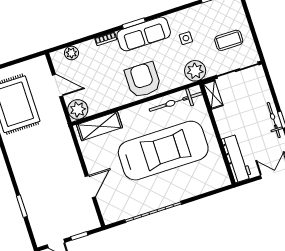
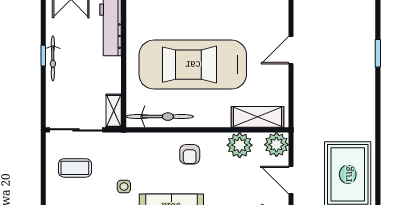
plant: (195, 71) -> (240, 145), moved
armchair: (143, 80) -> (190, 154), width x0.53, depth x0.53

